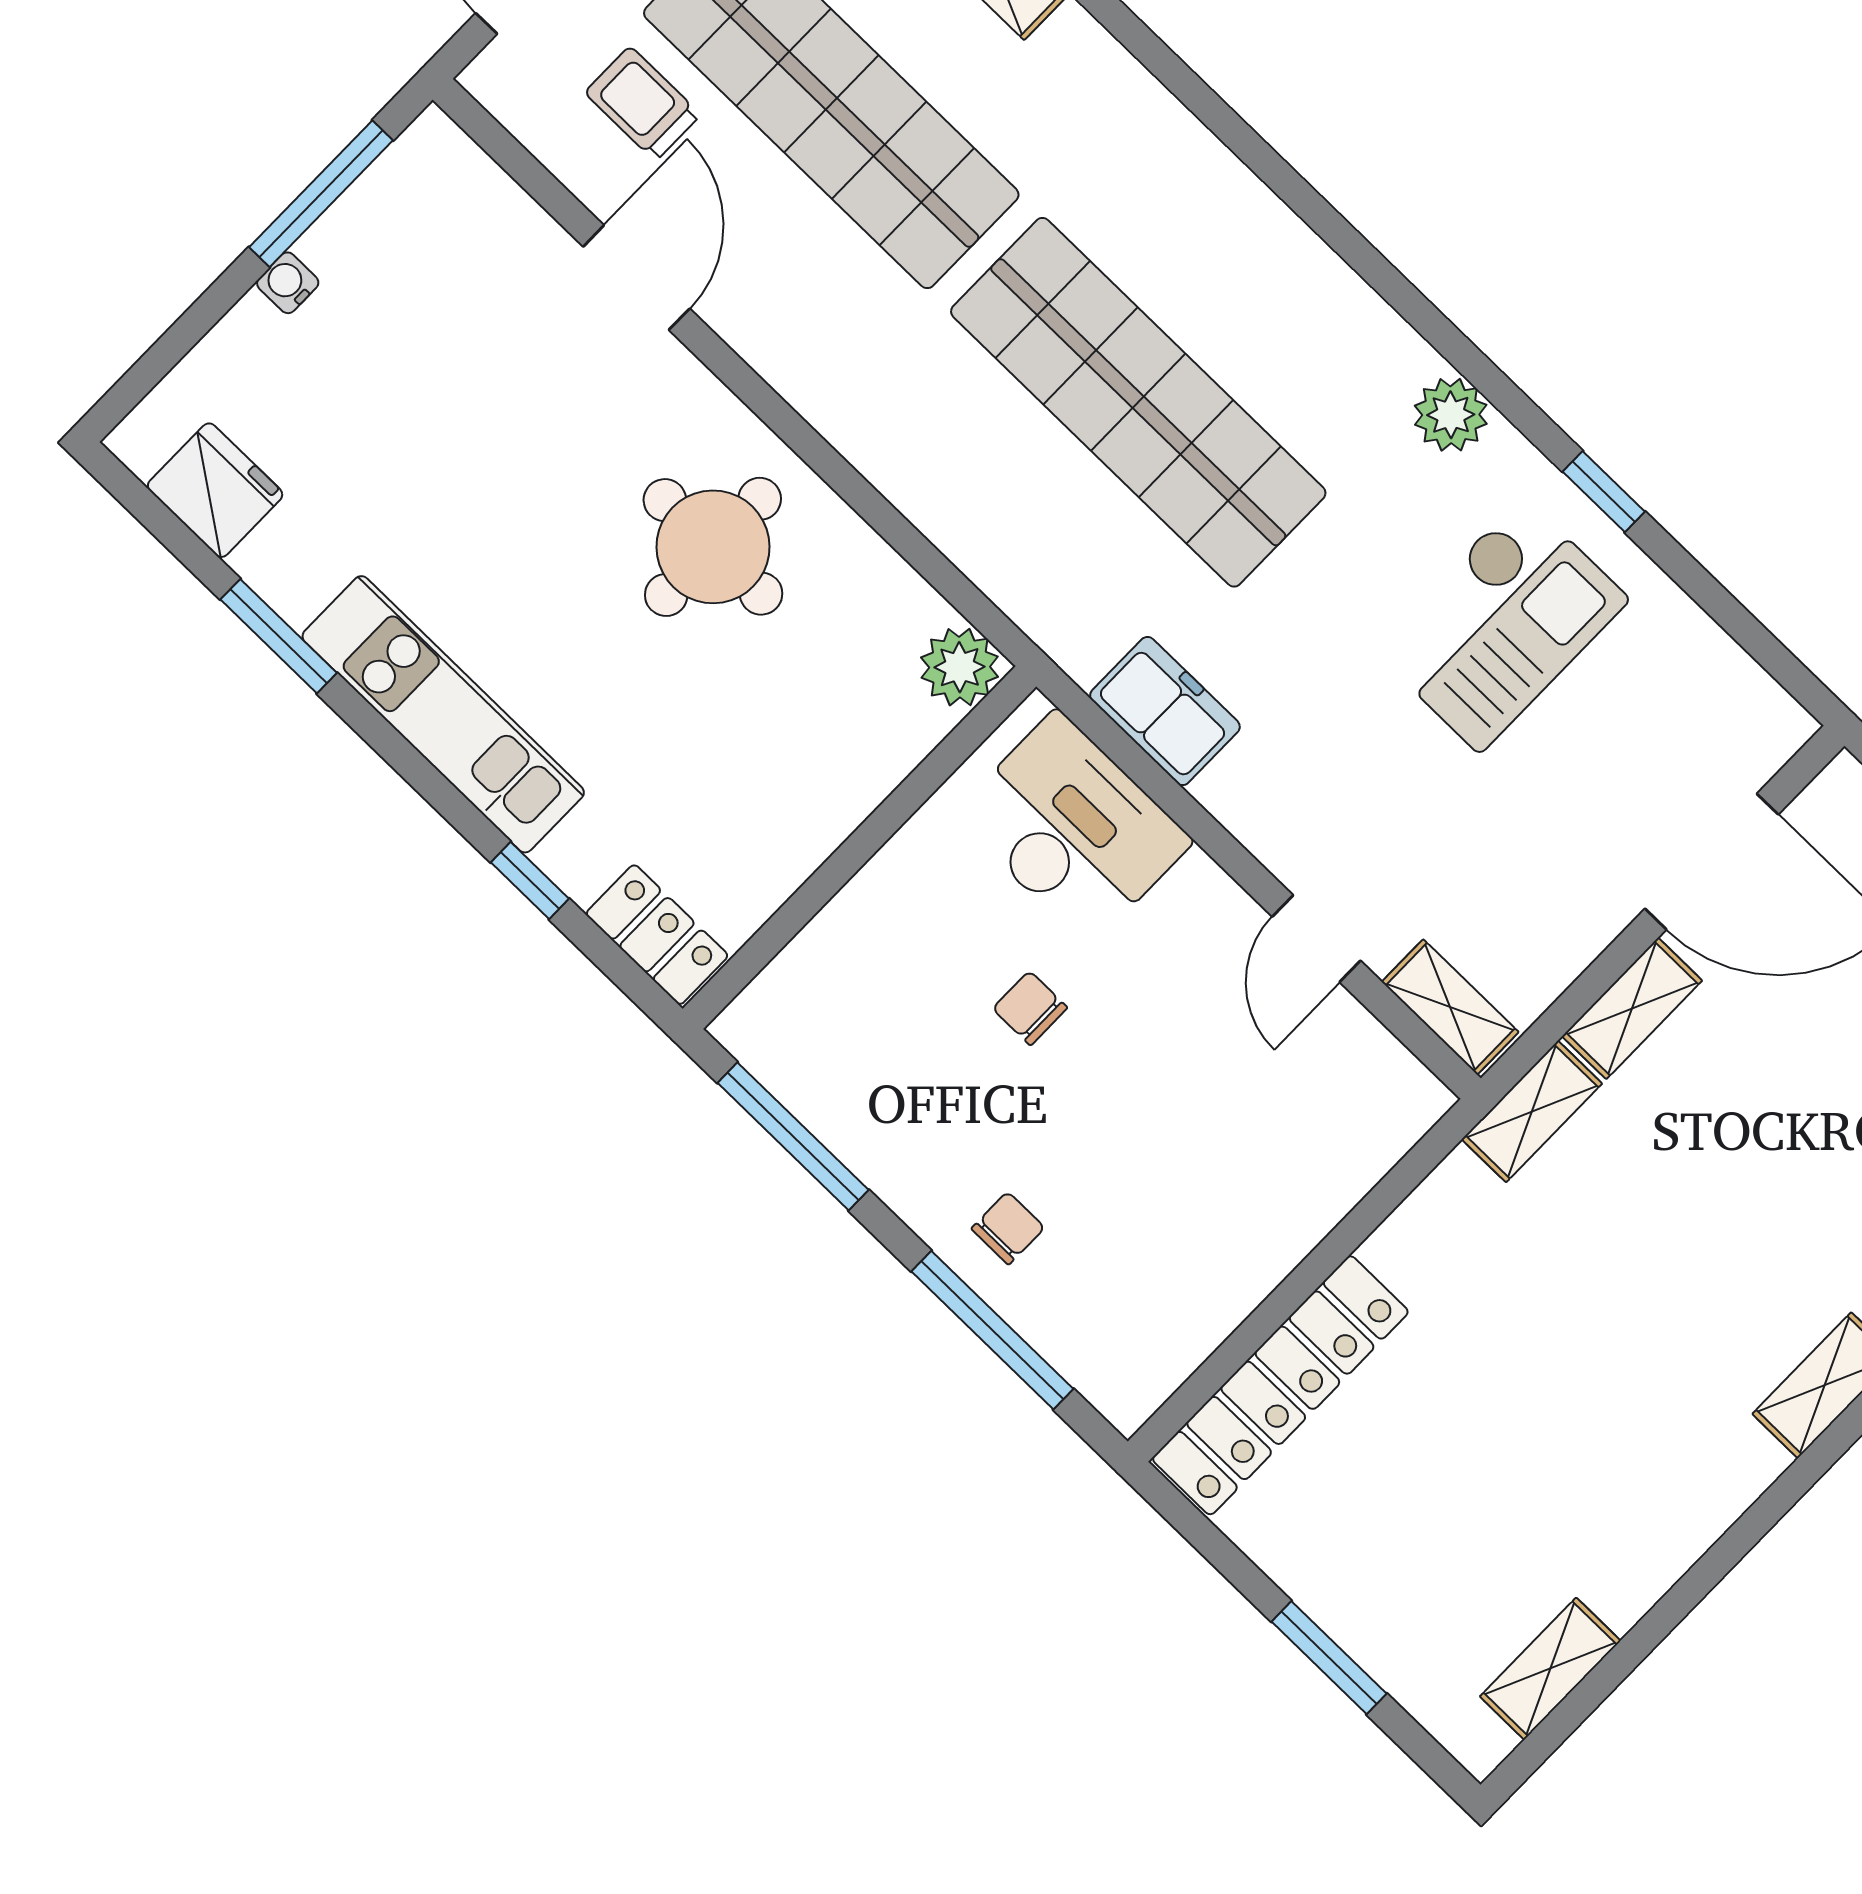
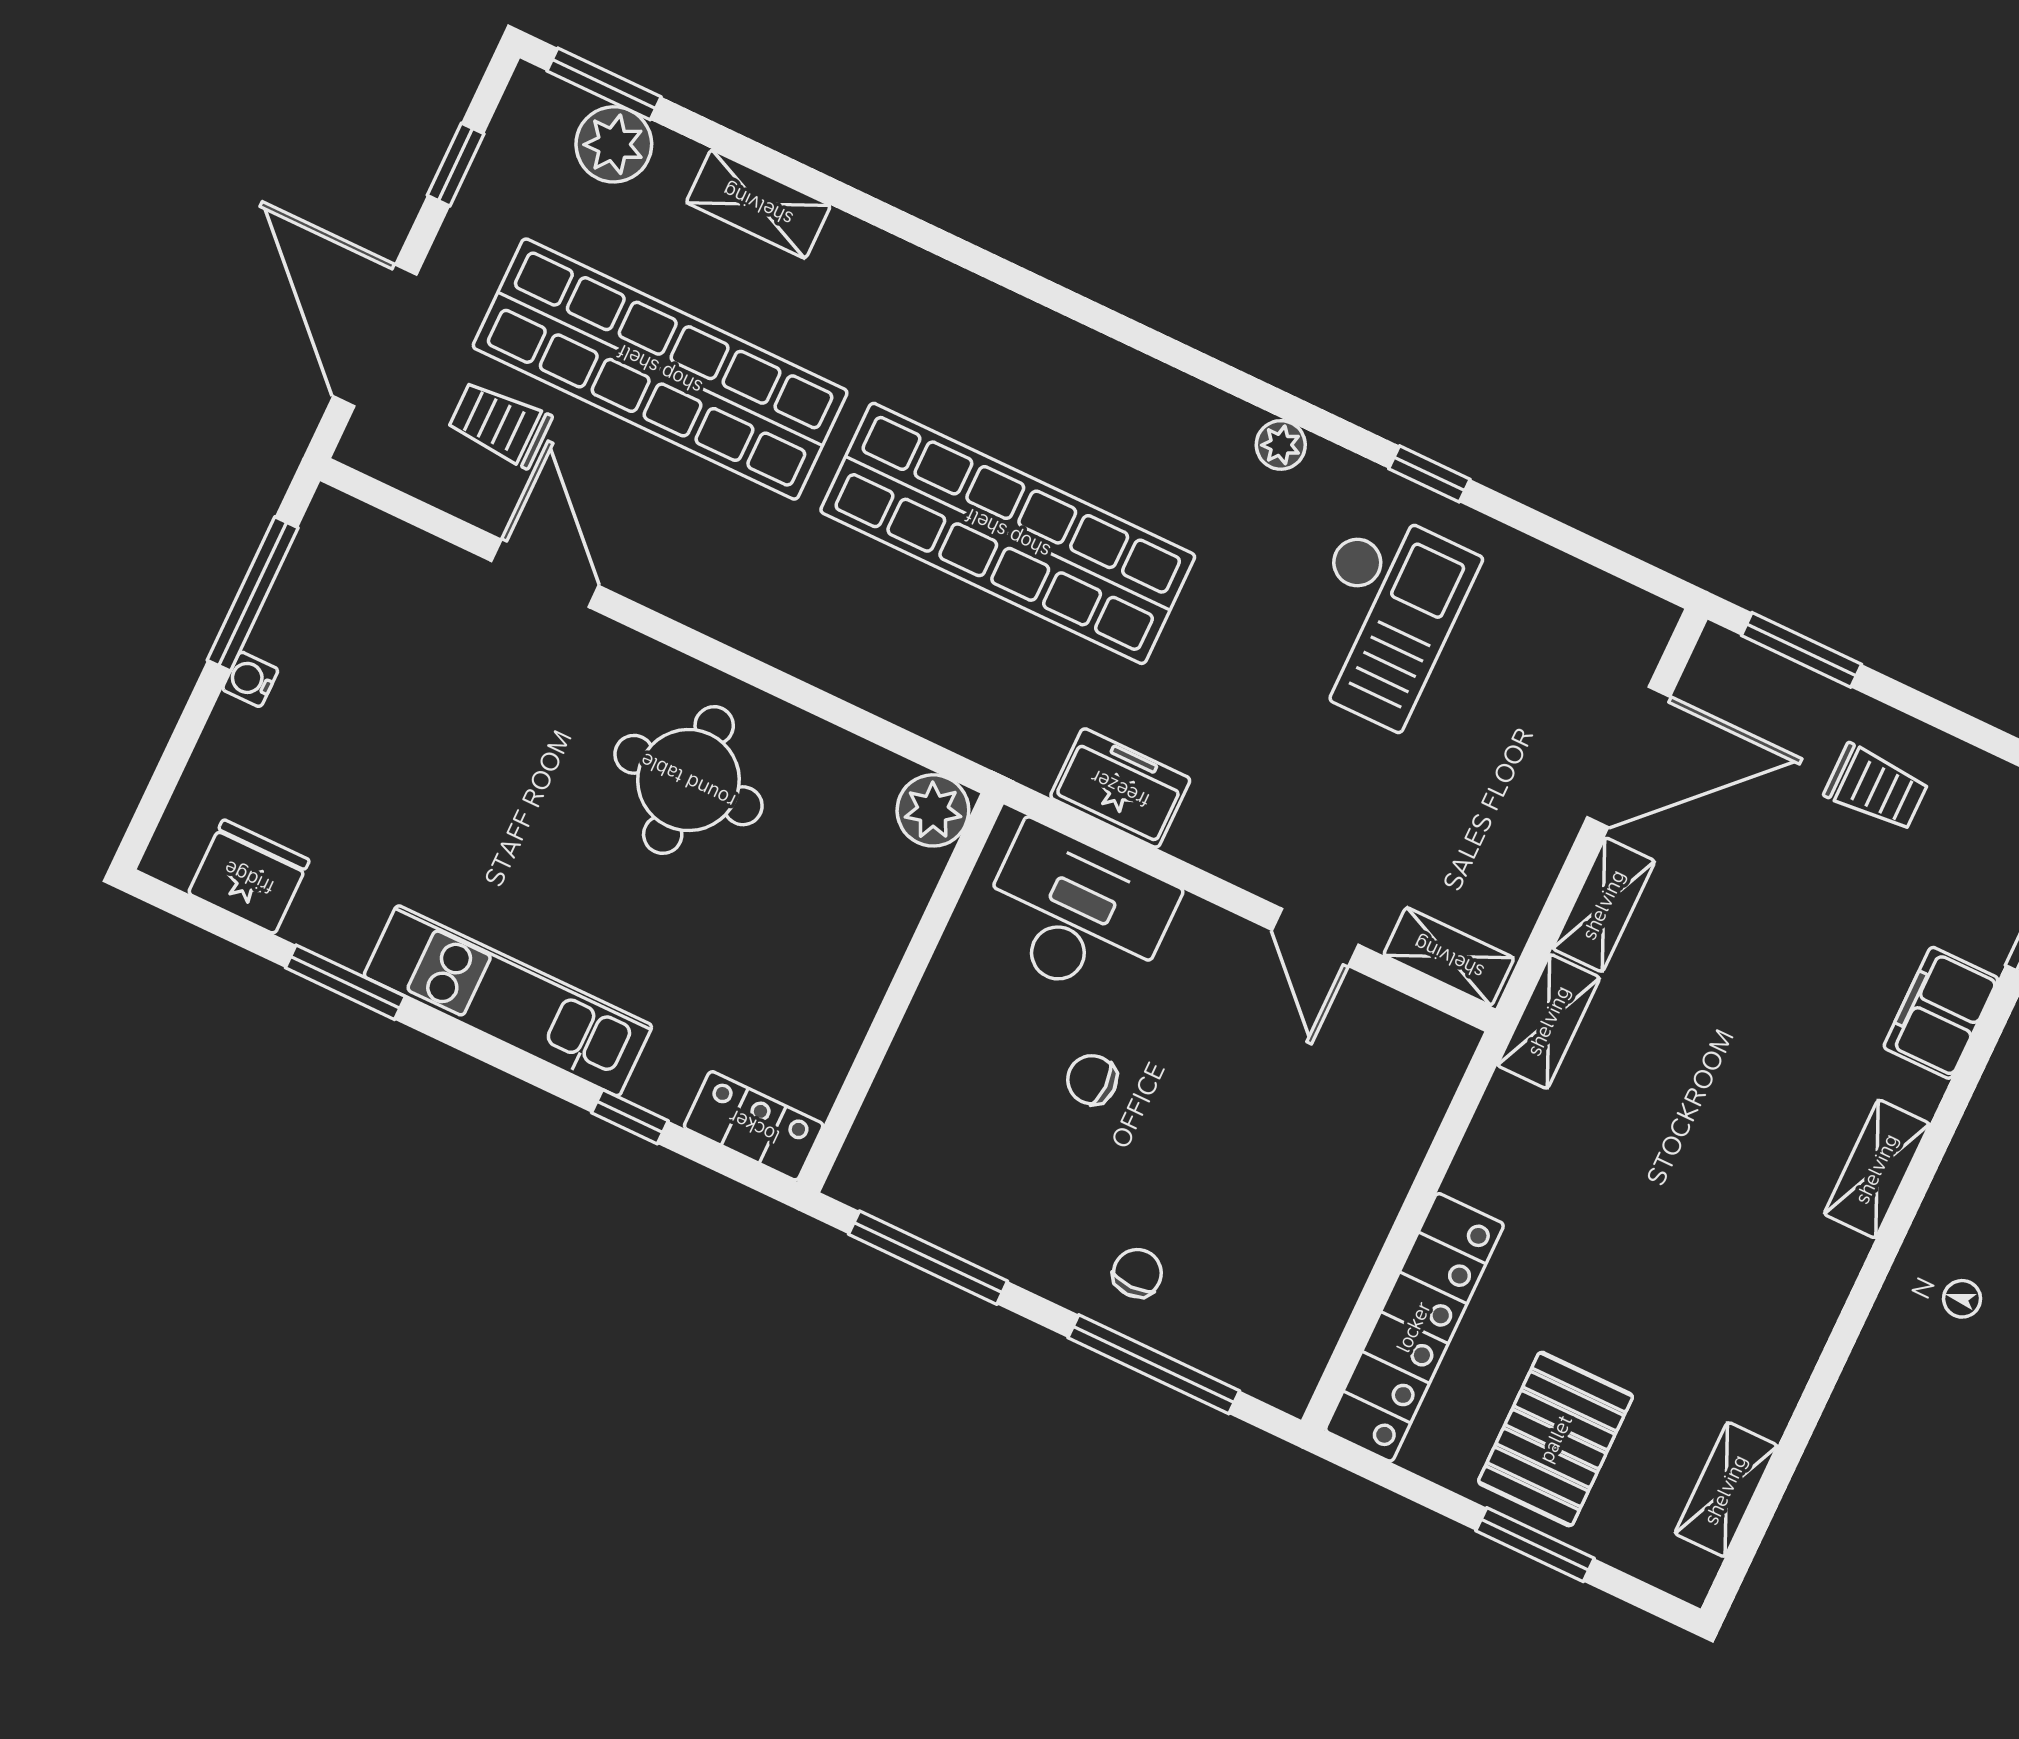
plant: (1451, 415) -> (1281, 445), width x0.73, depth x0.73
pallet: (1389, 1554) -> (1556, 1439), added

